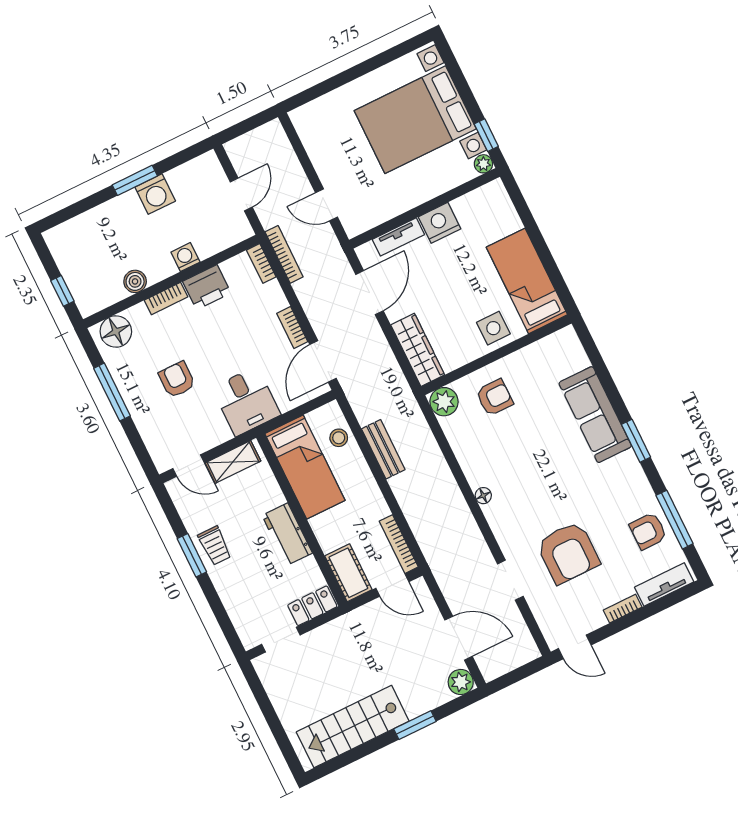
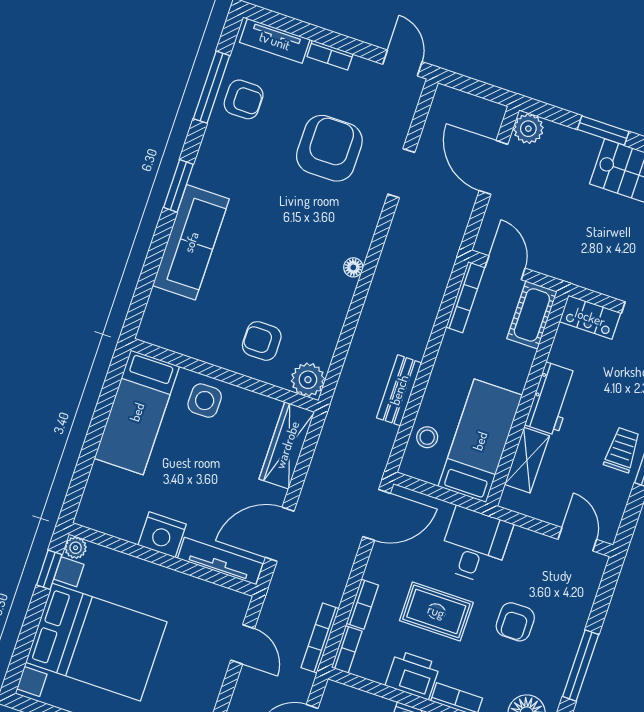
tv unit: (398, 237) -> (220, 561), width x1.41
bookcase: (292, 328) -> (362, 604), moved
rug: (230, 339) -> (436, 611), added
shelving: (233, 462) -> (527, 460), moved, turned 90

